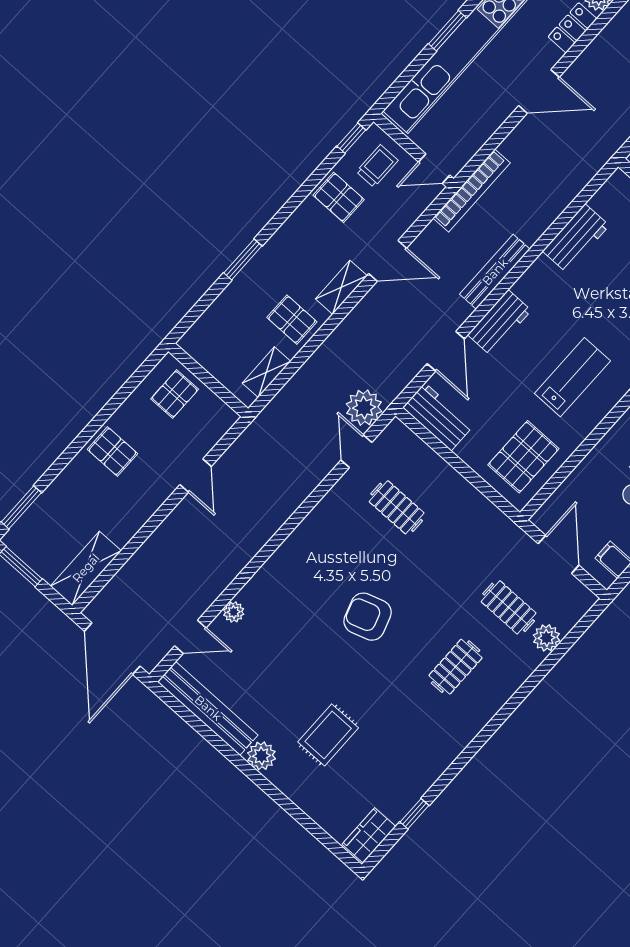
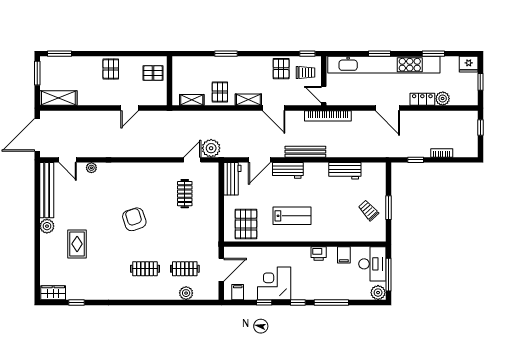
pallet: (523, 457) -> (246, 224), turned 90
clothes rail: (509, 607) -> (185, 269), turned 90
rug: (328, 735) -> (77, 244), turned 90

